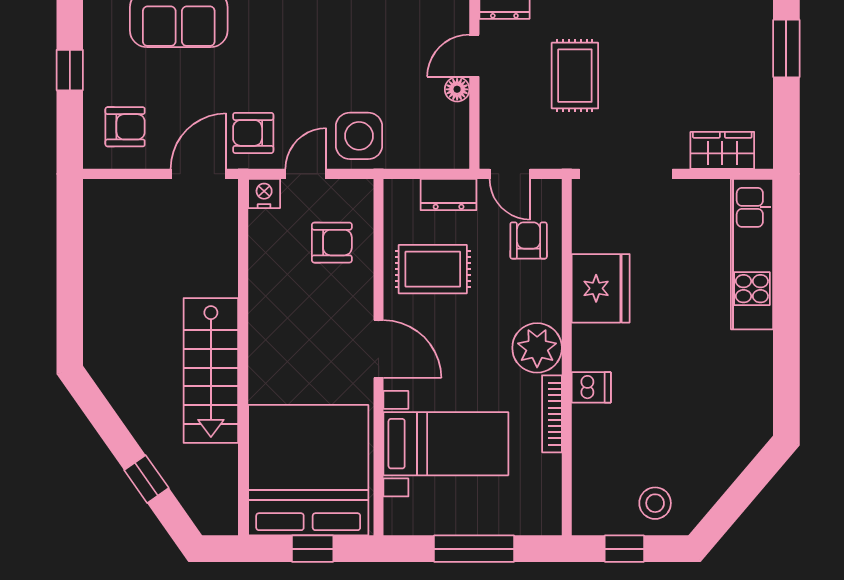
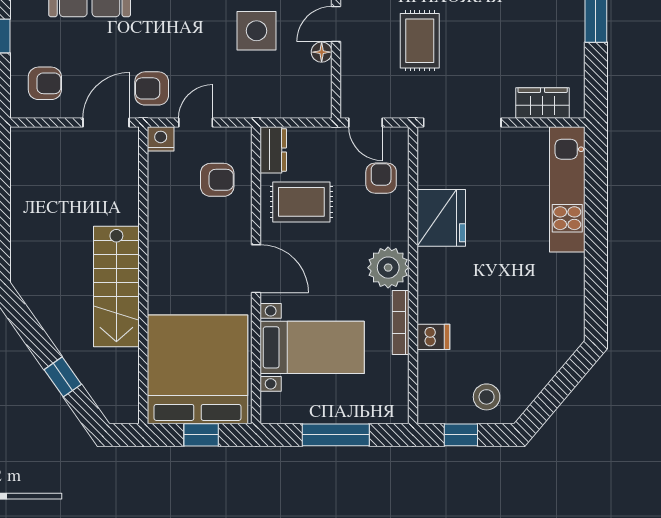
side table: (359, 136) -> (256, 31), moved
dresser: (449, 195) -> (273, 150), moved, turned -90
dishwasher: (591, 387) -> (433, 337), moved

